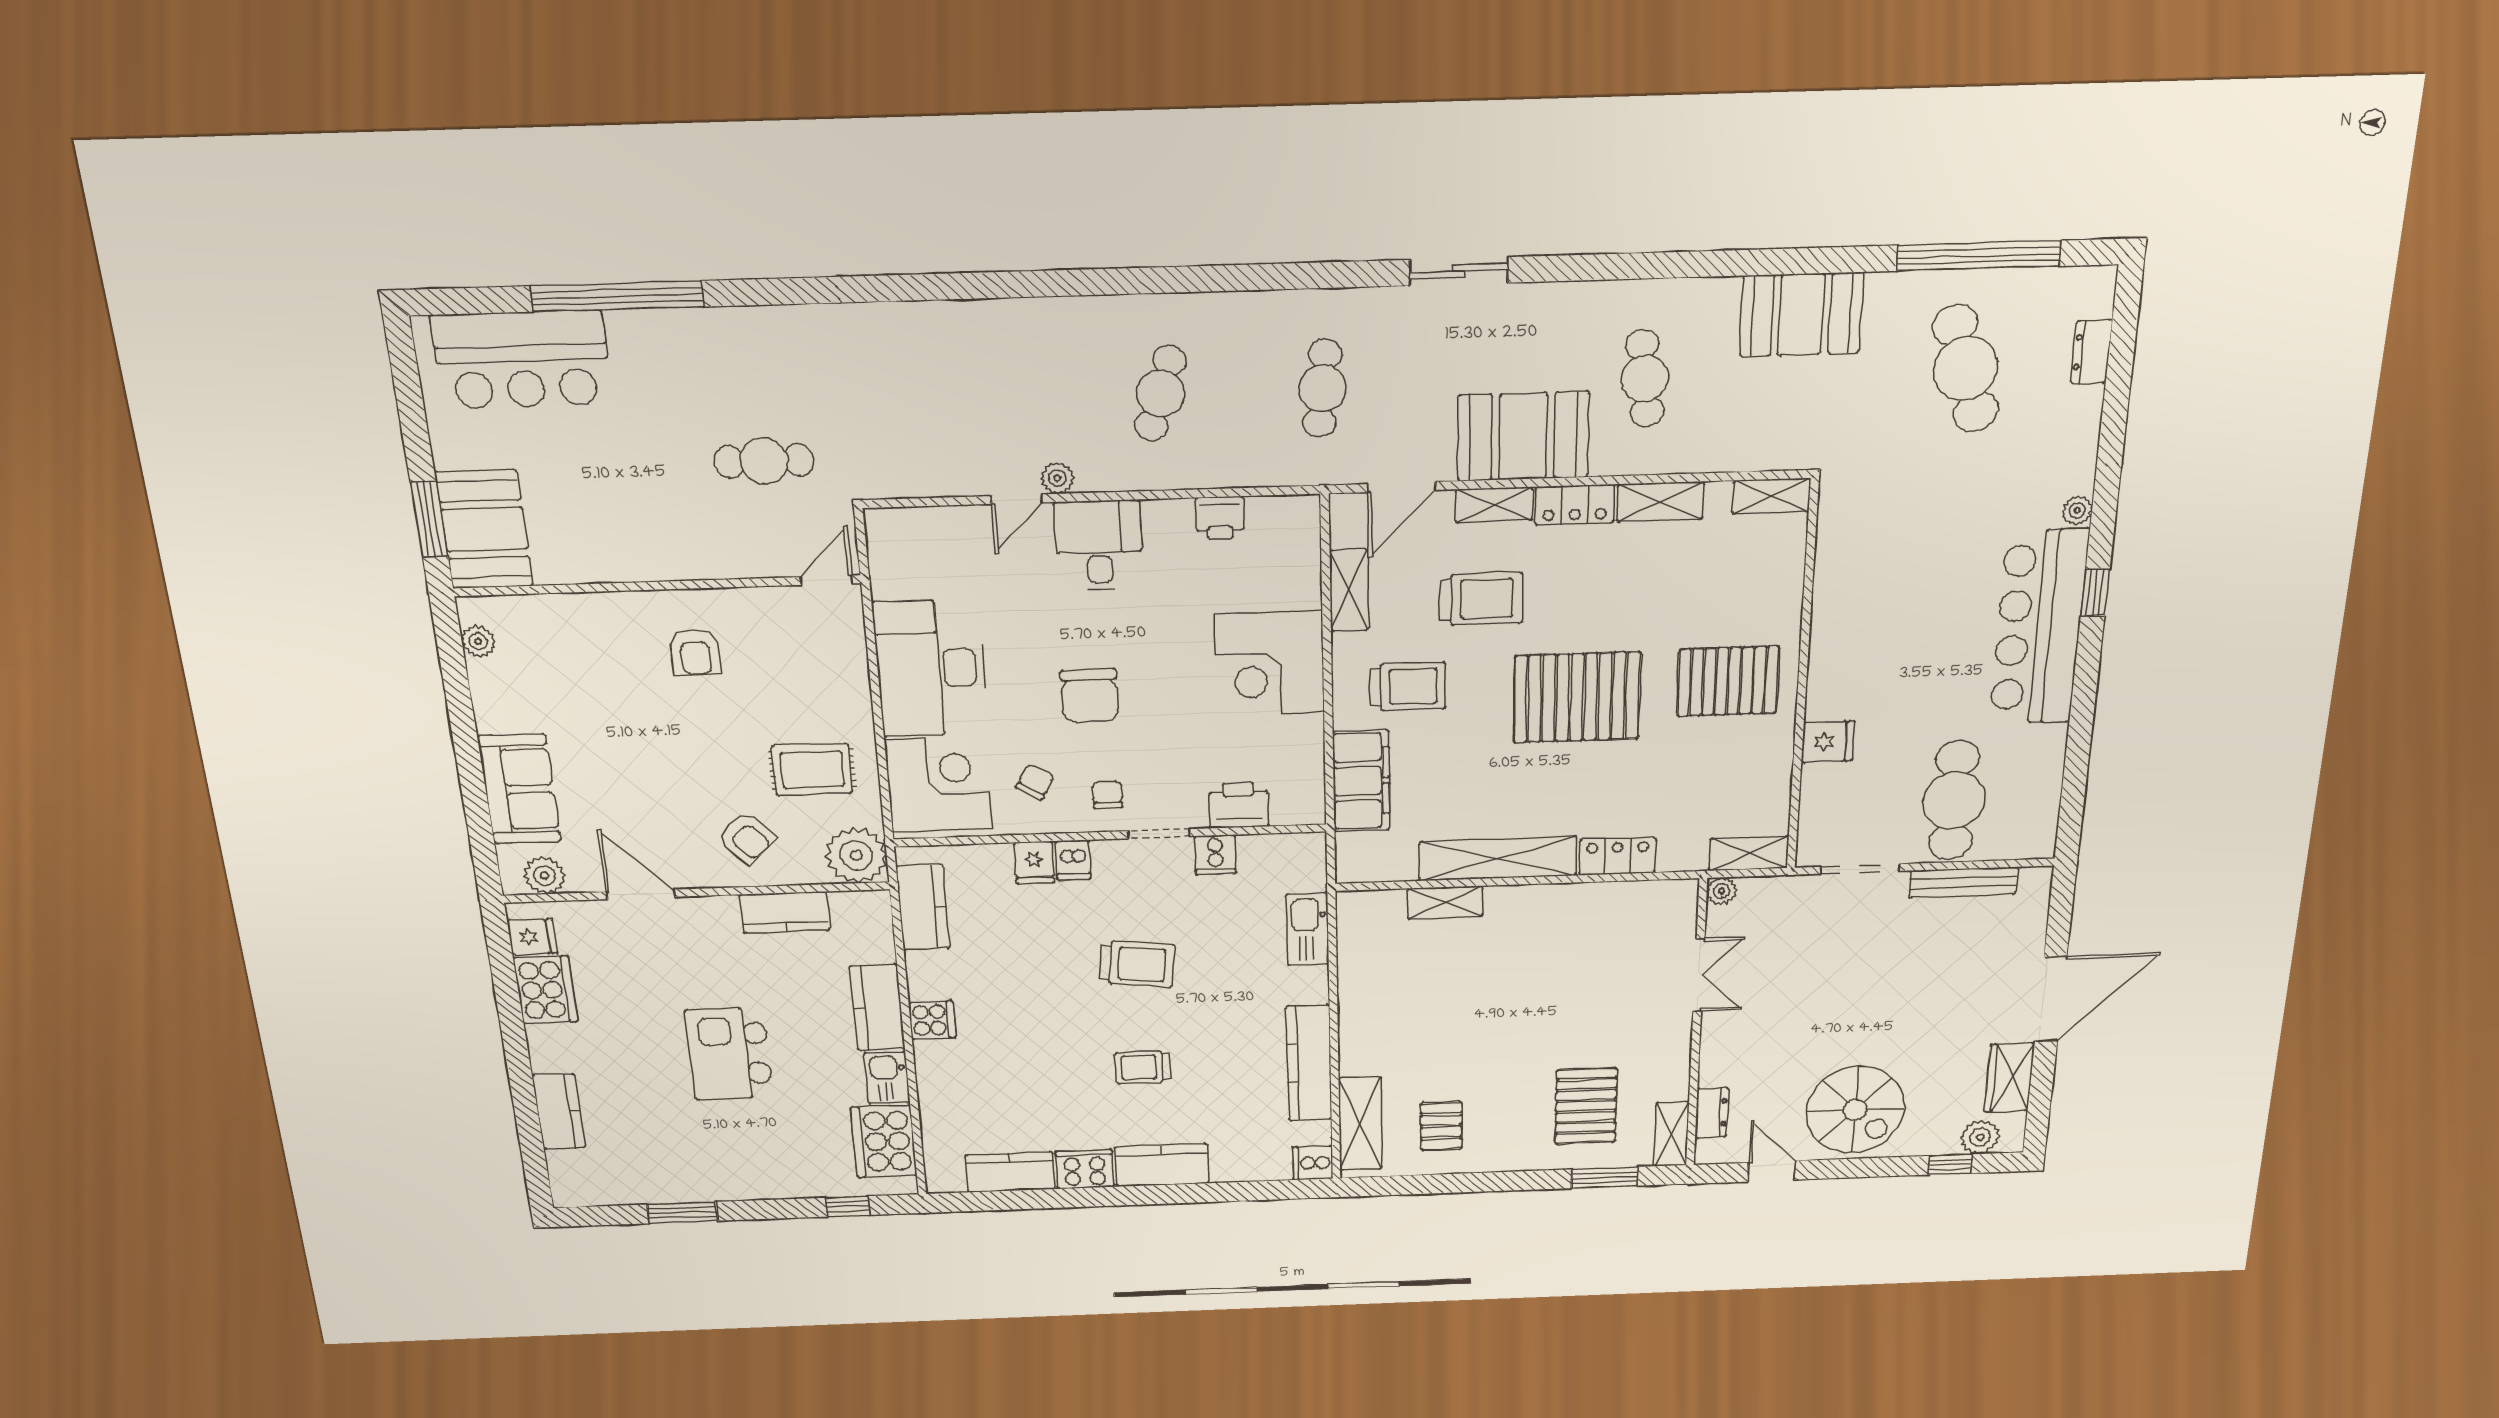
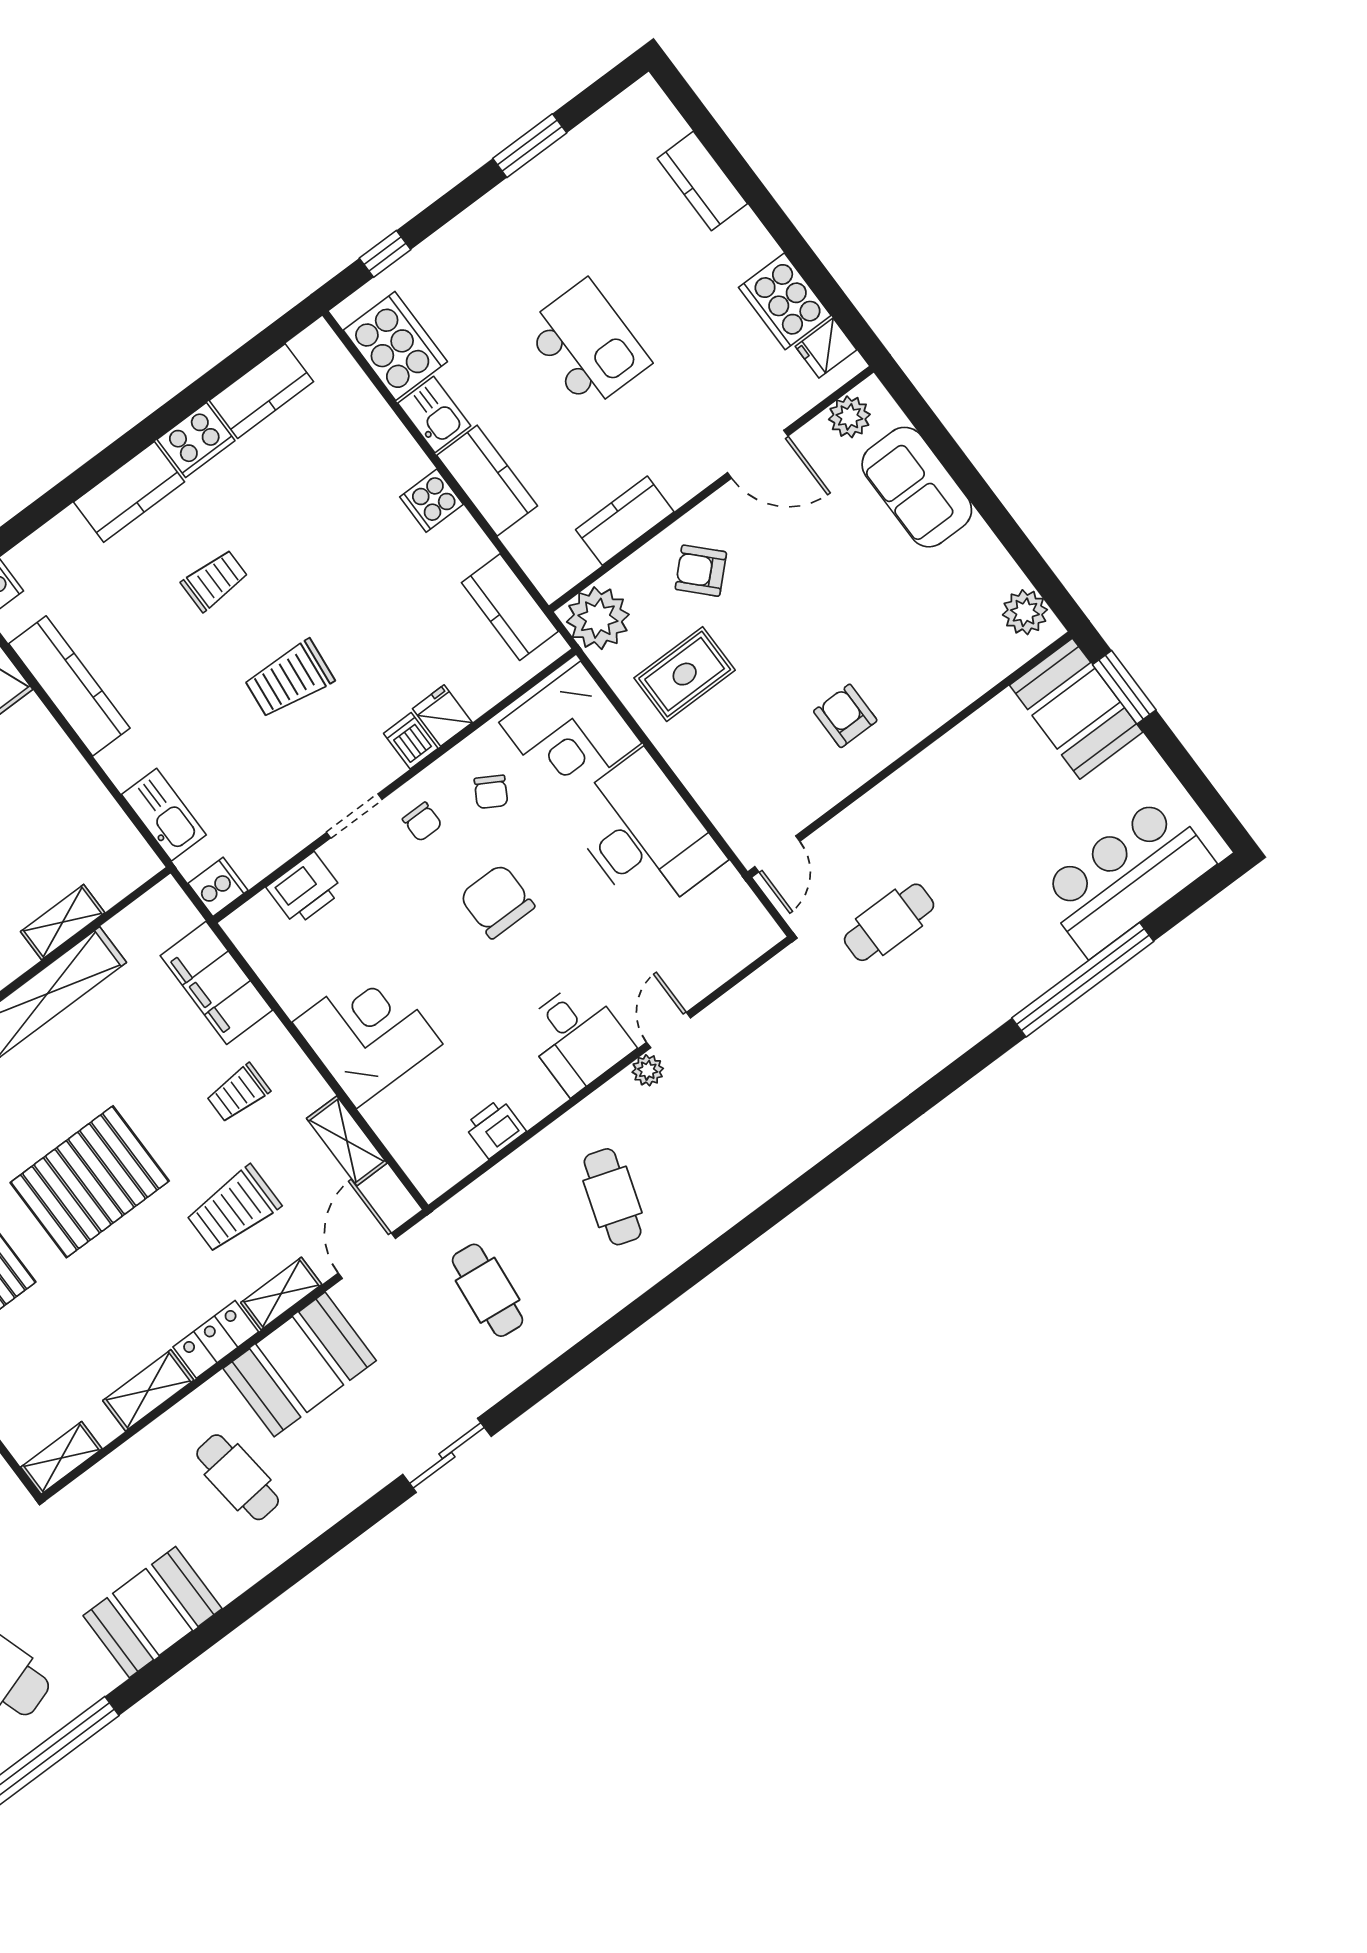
plant: (478, 641) -> (1025, 612), width x1.38, depth x1.38
trolley: (1408, 686) -> (238, 1093), width x0.73, depth x0.72
cooker: (1215, 855) -> (218, 887), moved, turned 90

